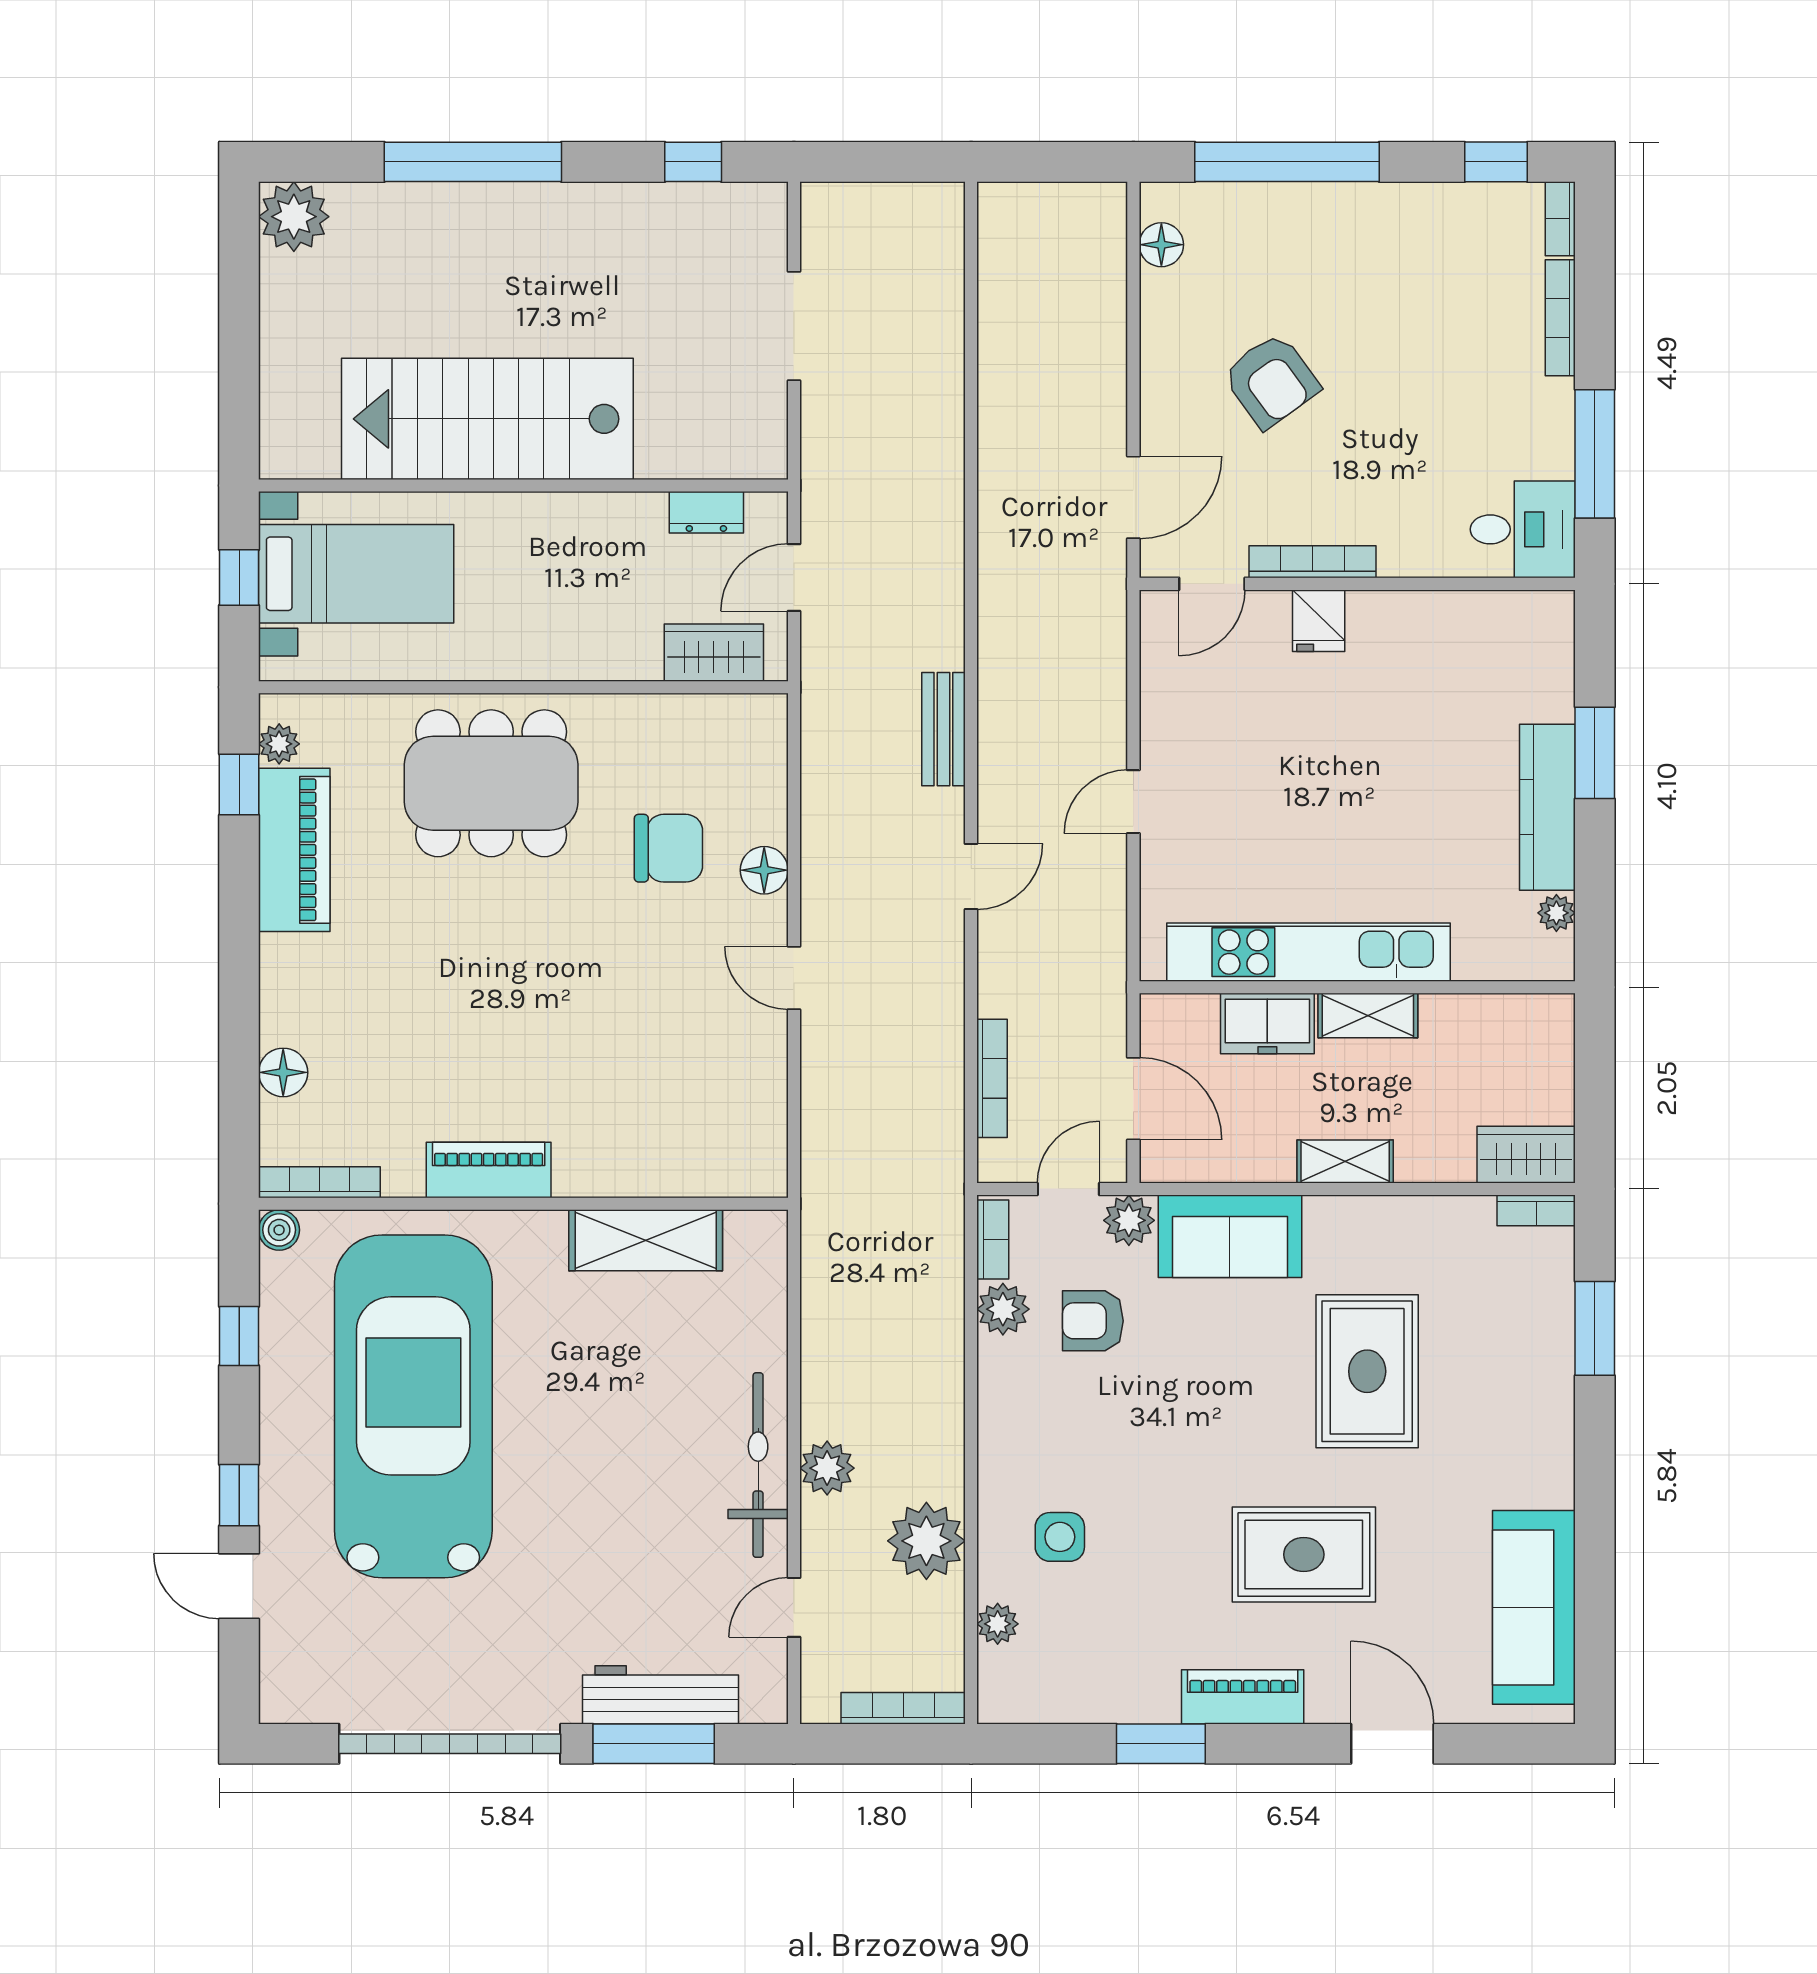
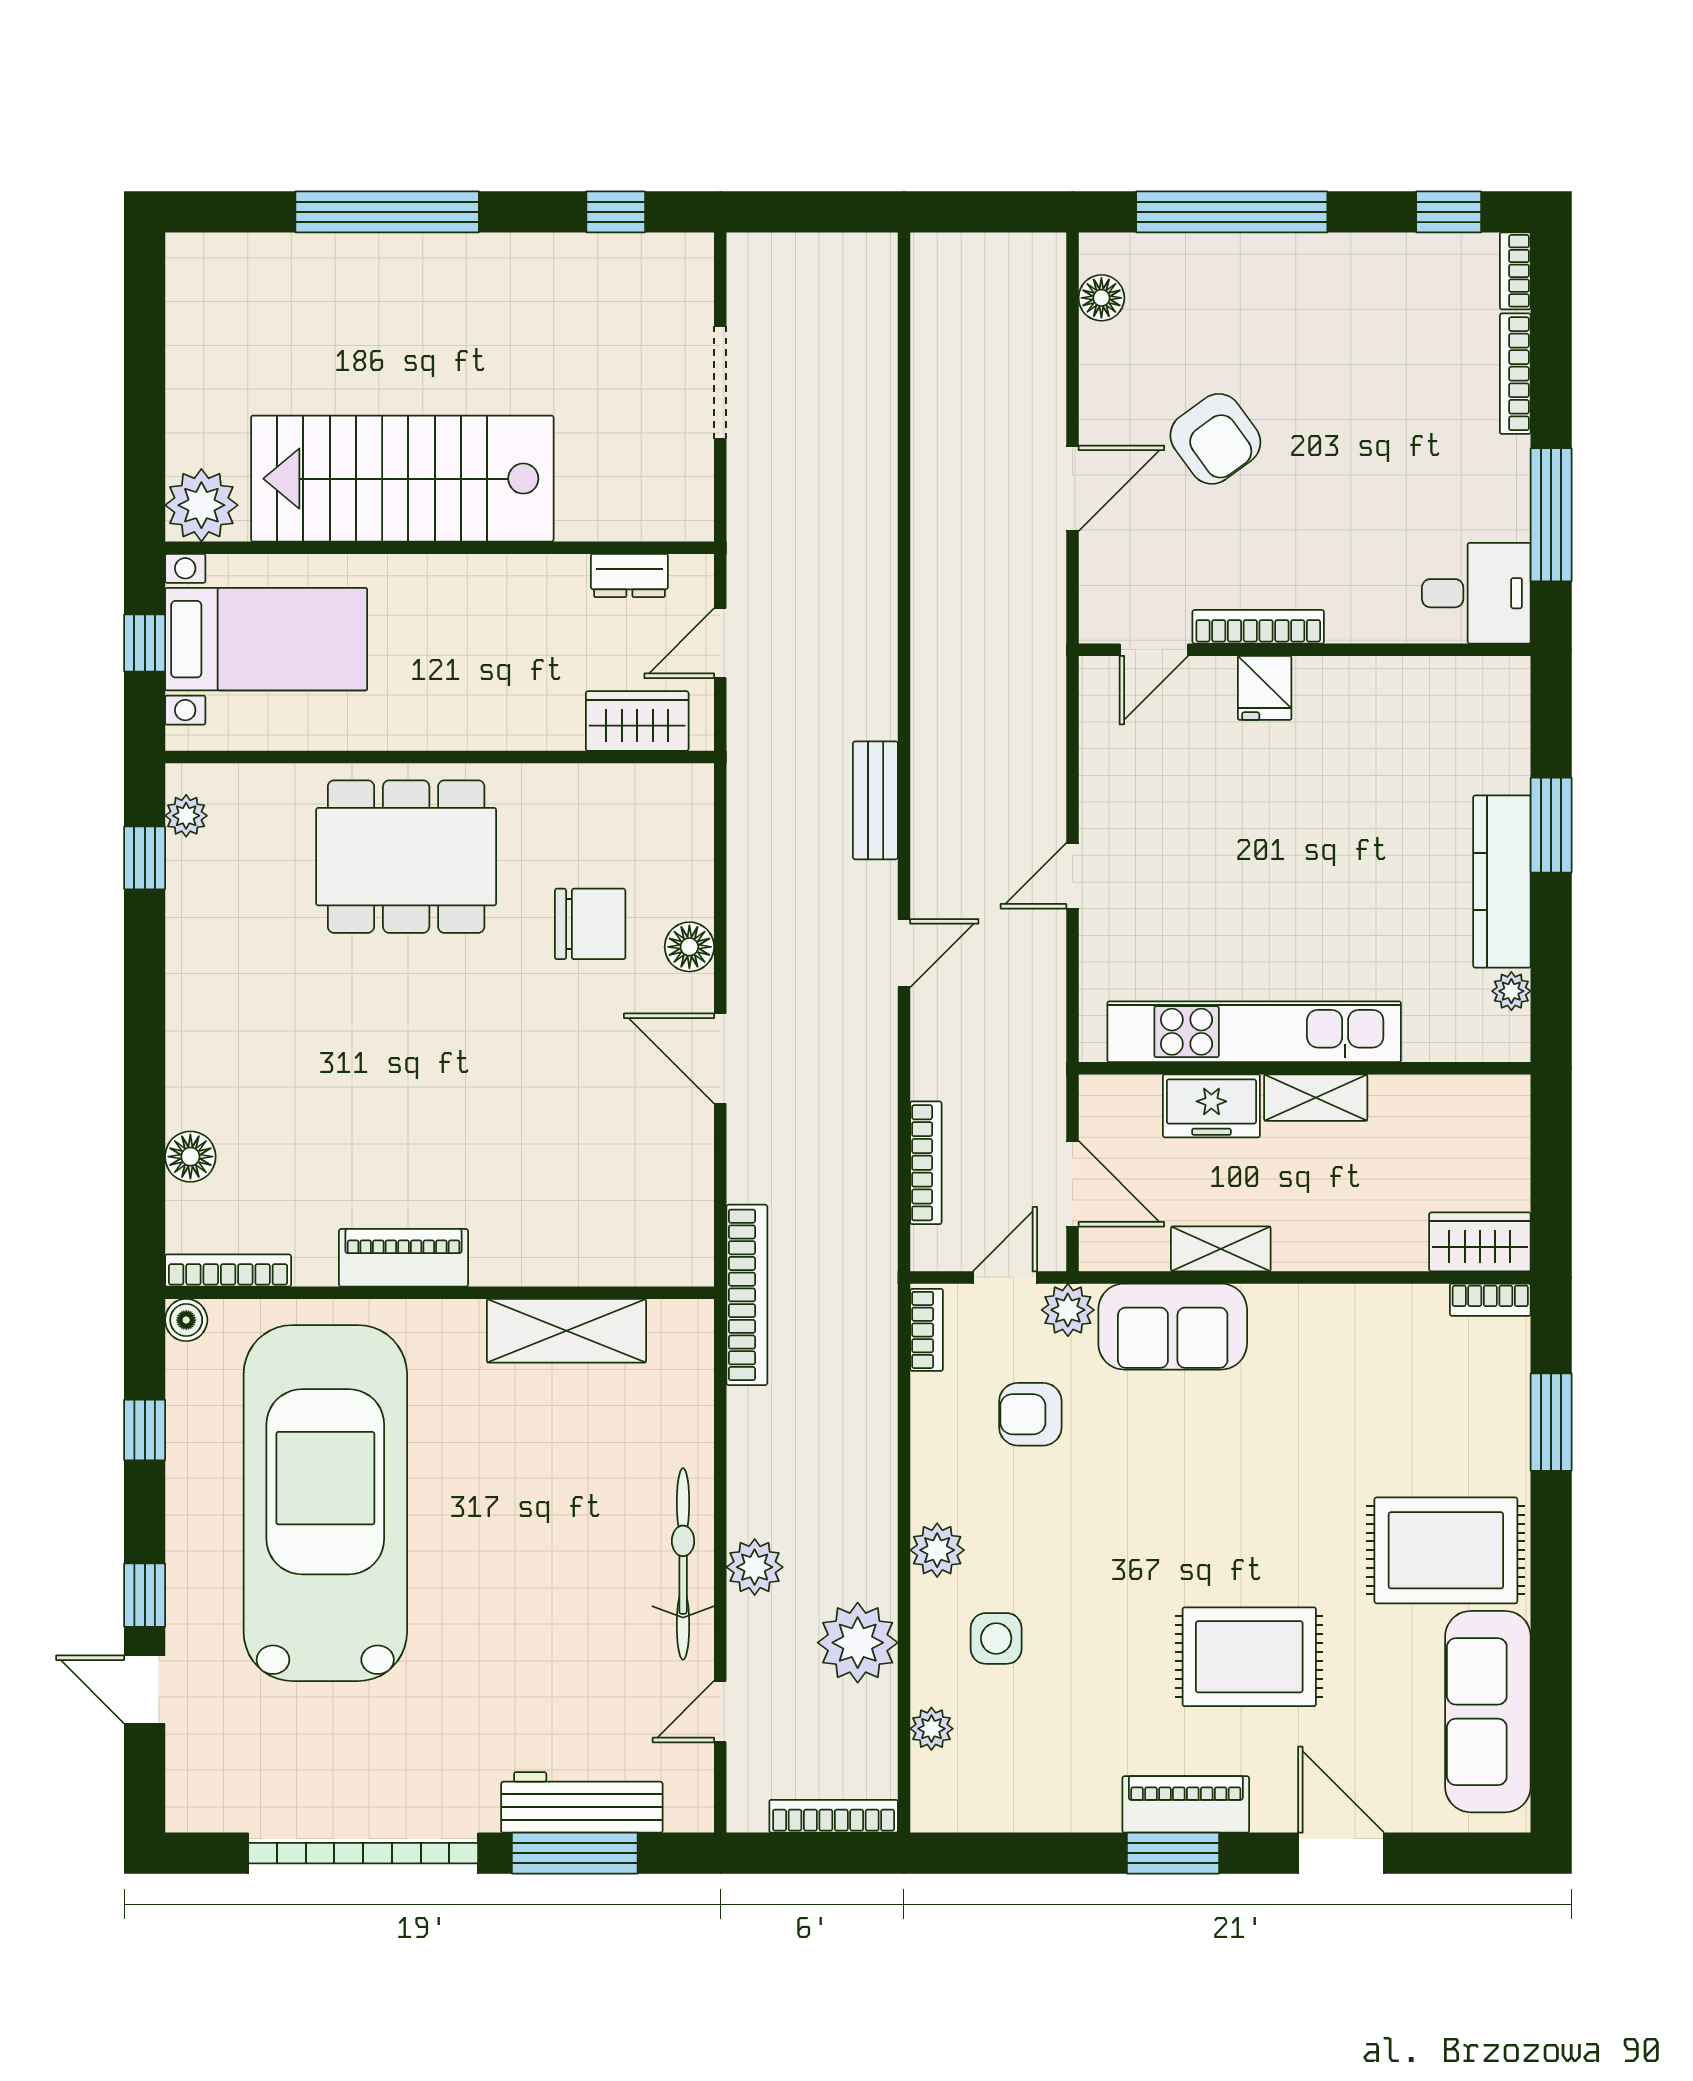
plant: (294, 217) -> (201, 505), moved
door: (1133, 497) -> (1072, 488), moved
piano: (294, 850) -> (202, 926), removed
door: (794, 978) -> (720, 1059), width x1.38
shelving: (1345, 1161) -> (1221, 1249), moved
bookcase: (820, 1206) -> (747, 1295), added
plant: (1003, 1309) -> (937, 1550), moved
rug: (1367, 1371) -> (1446, 1550), moved, turned 90
window: (1161, 1744) -> (1173, 1853), moved

